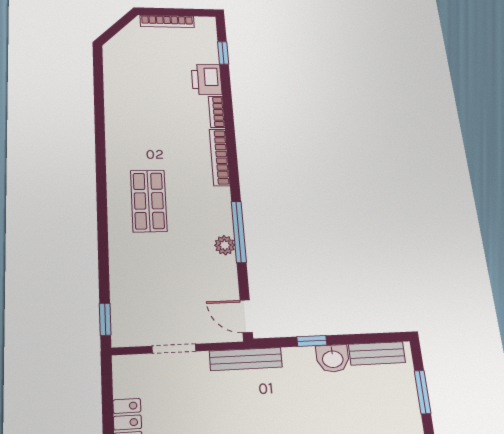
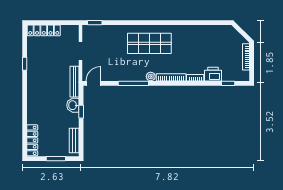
shop shelf: (149, 201) -> (149, 43), width x1.43, depth x1.36
plant: (225, 245) -> (151, 76), moved
washbasin: (333, 358) -> (73, 105), moved

